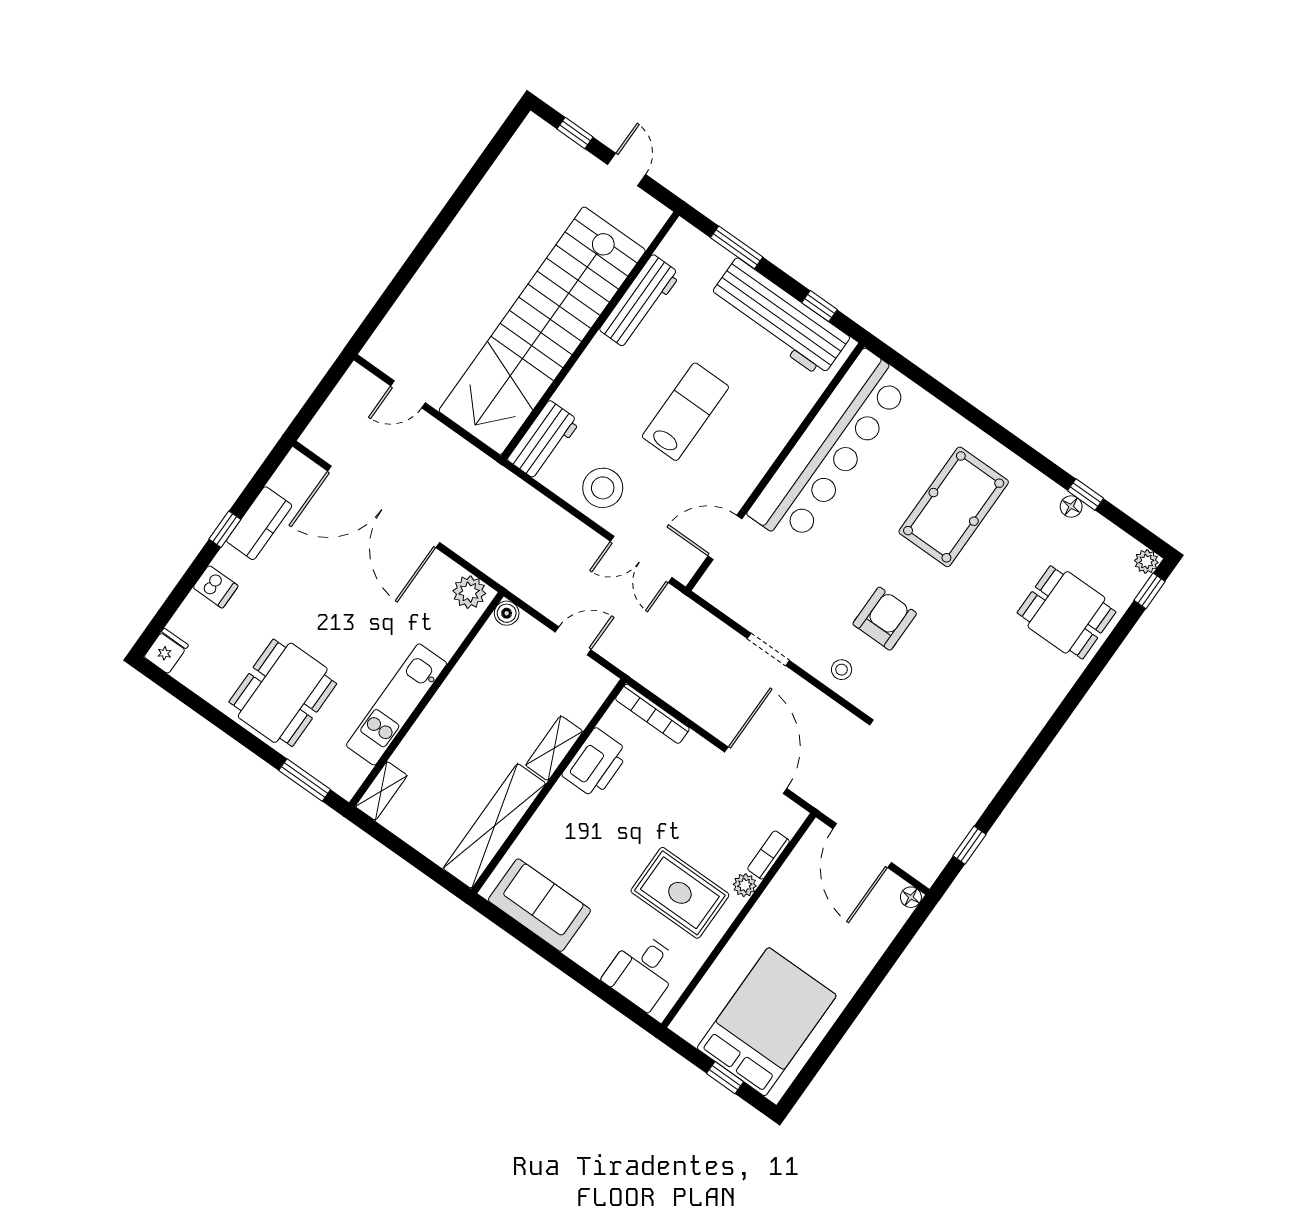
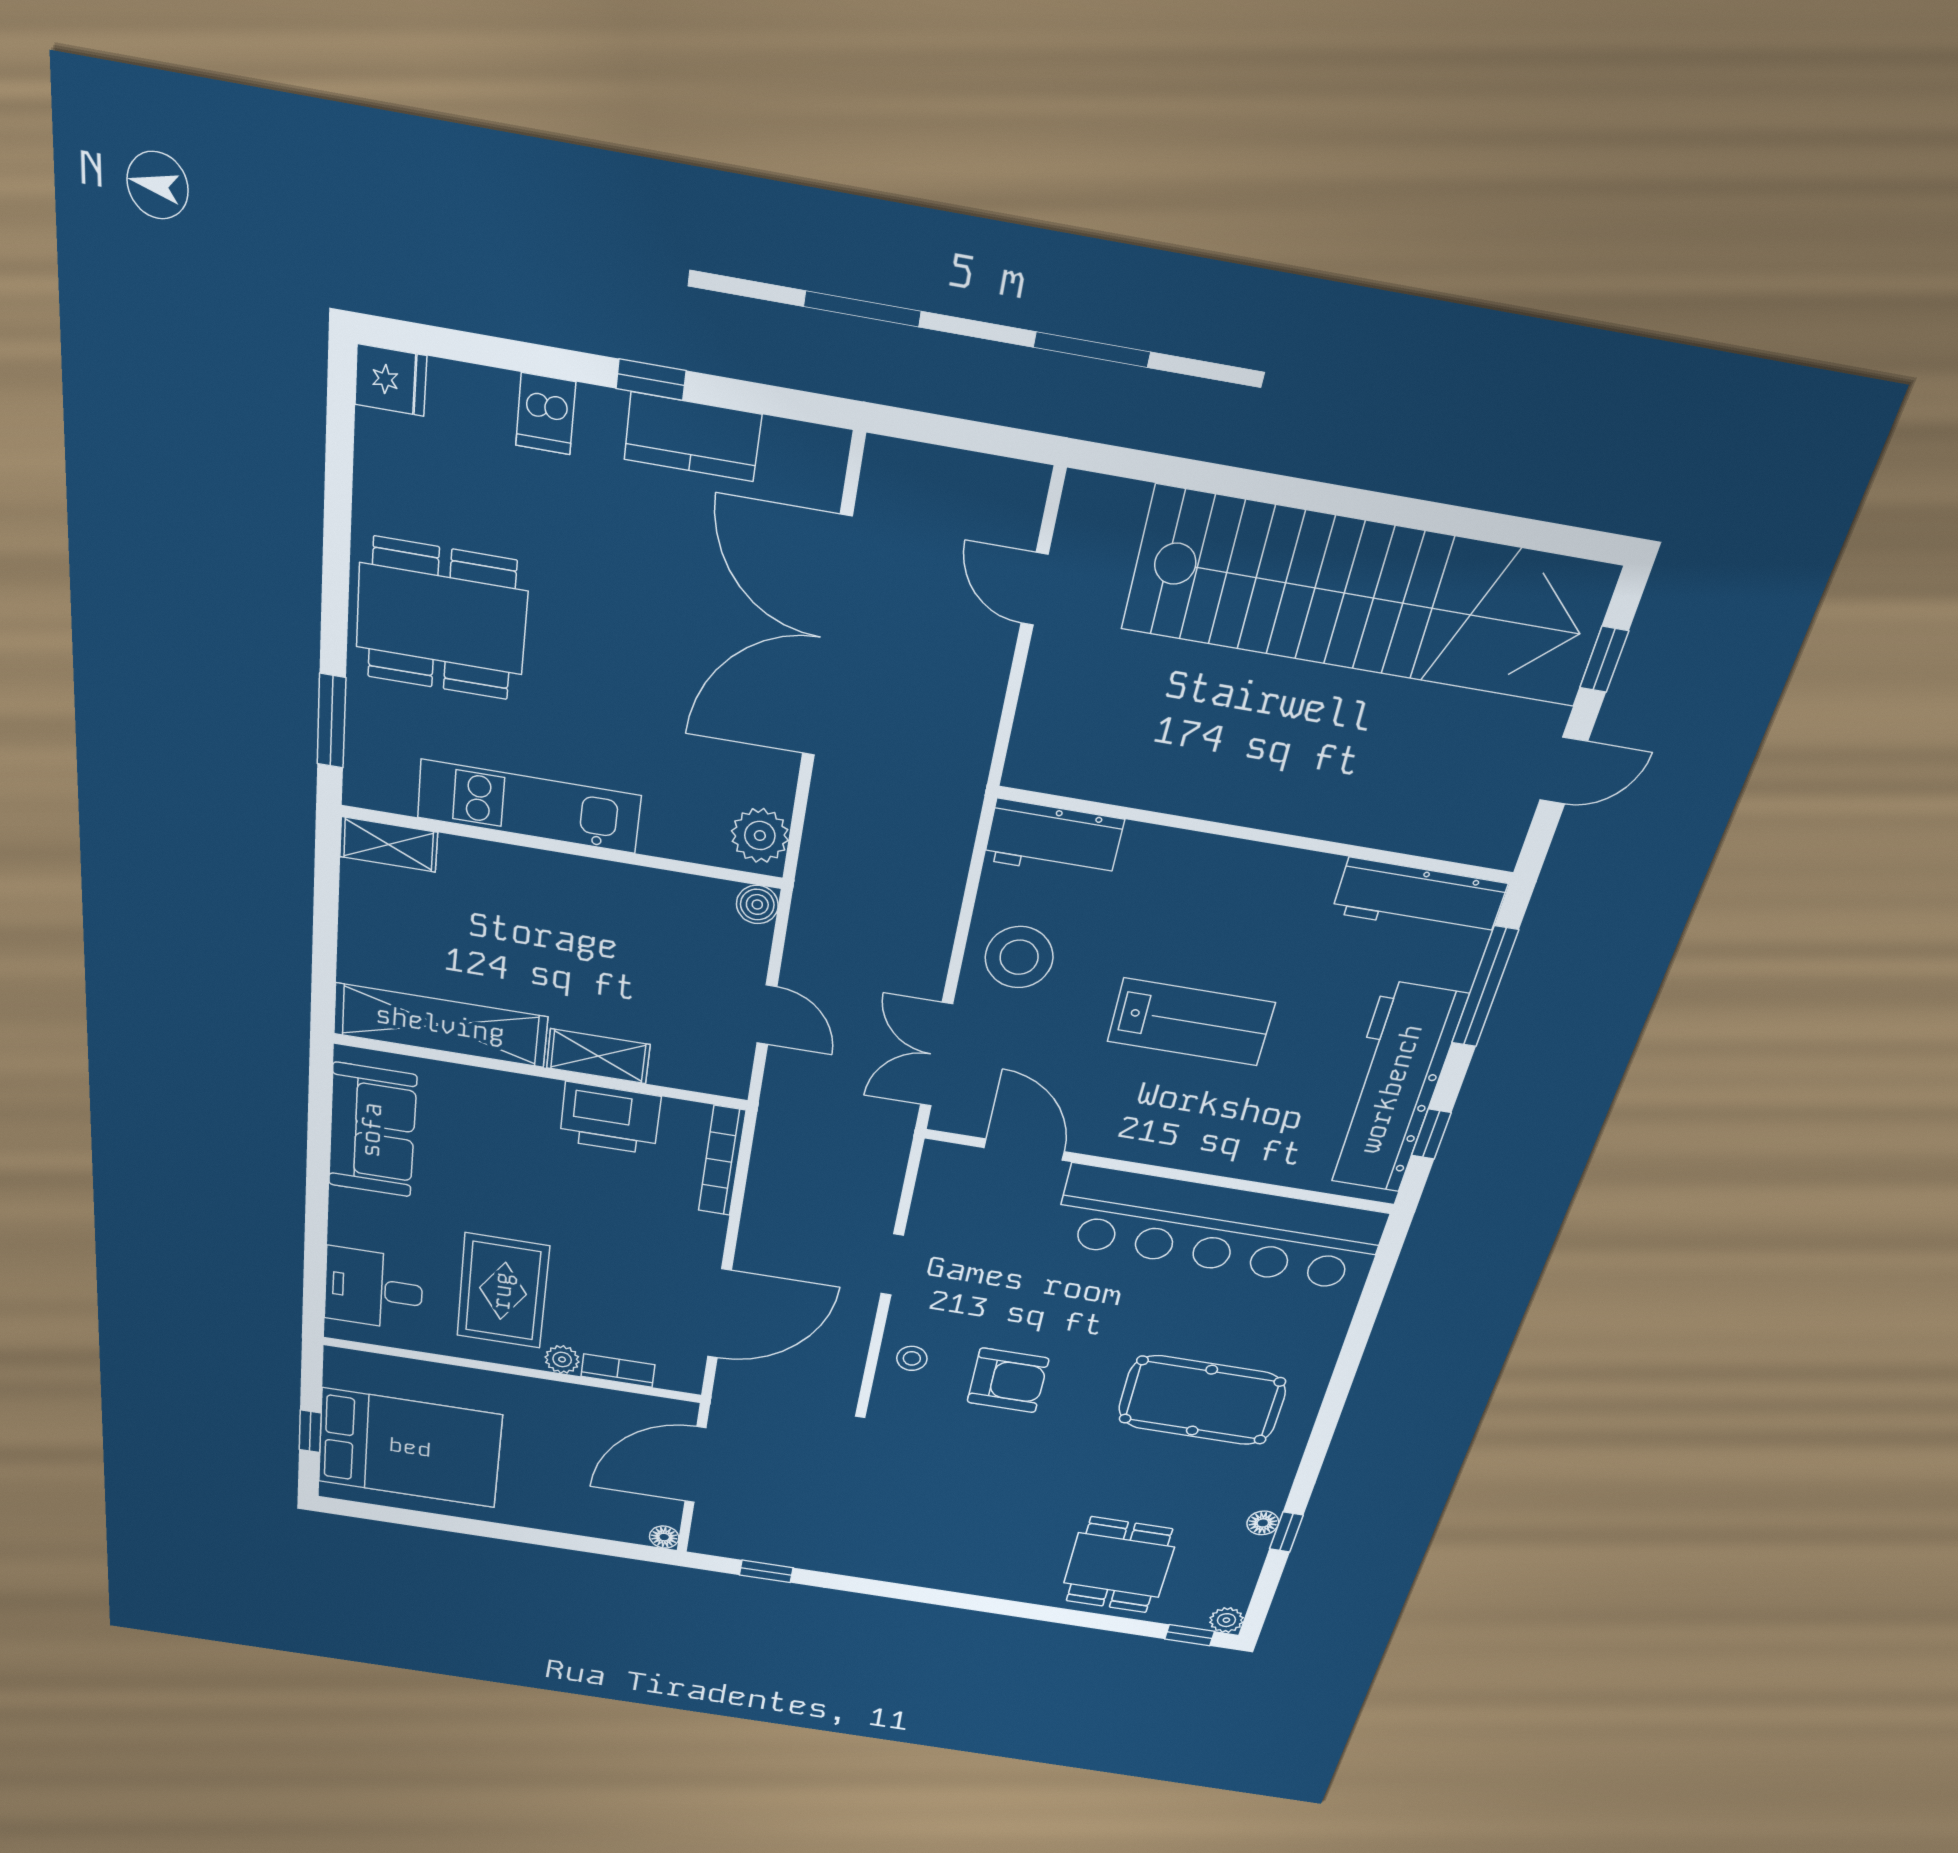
window: (737, 247) -> (1485, 987), width x1.44
workbench: (640, 302) -> (1419, 898), moved
stairs: (542, 331) -> (1369, 597), moved, turned 180

